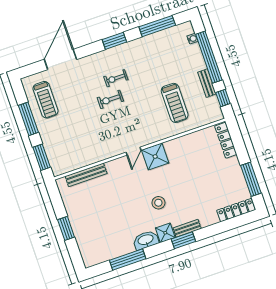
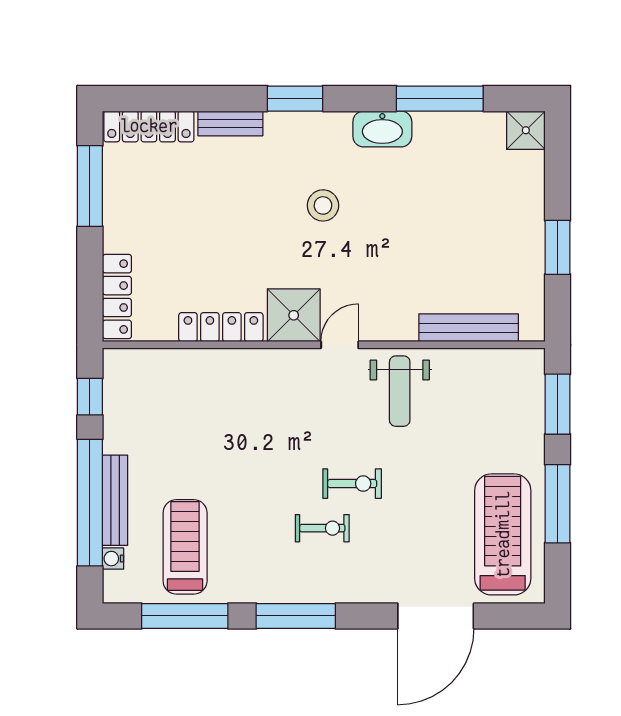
window: (114, 41) -> (296, 616), width x1.44
bench: (207, 83) -> (115, 500), moved, width x1.36
treadmill: (45, 100) -> (503, 534), width x1.37, depth x1.38
treadmill: (175, 103) -> (185, 547), moved
weight bench: (104, 141) -> (400, 391), added
locker: (182, 142) -> (221, 327), added
window: (66, 228) -> (558, 247), moved
bench: (187, 228) -> (230, 123), moved
shower: (165, 233) -> (526, 130), moved

